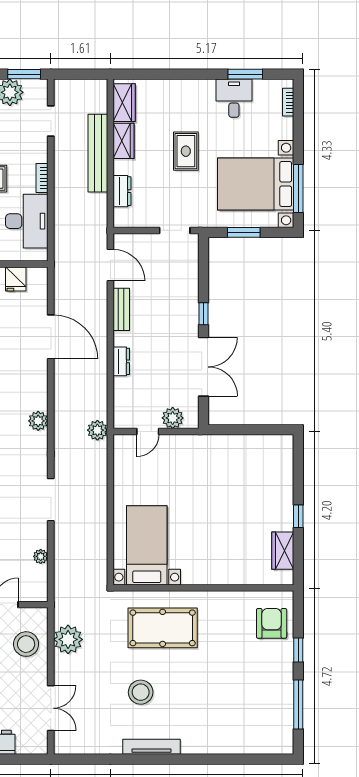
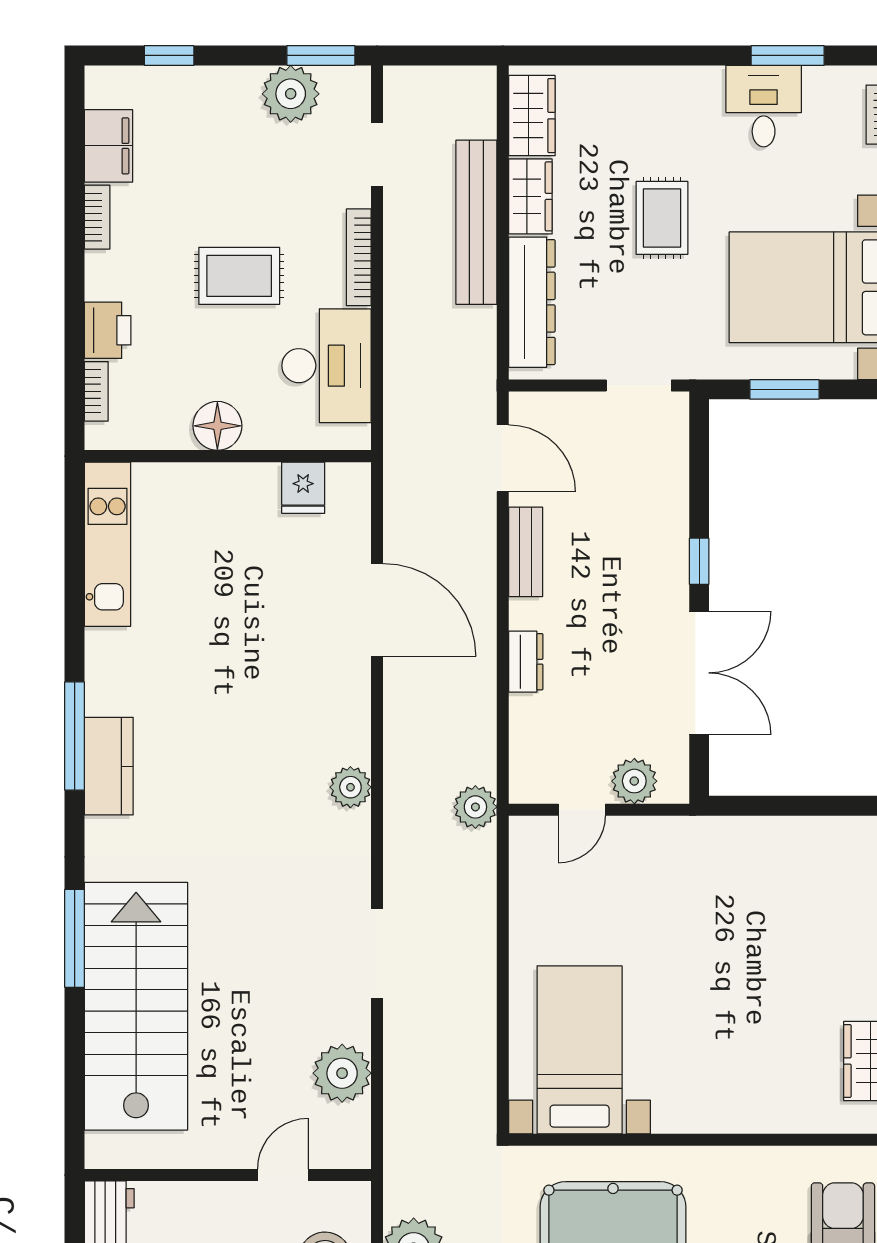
bookcase: (42, 178) -> (359, 257), width x1.56
dresser: (122, 191) -> (532, 302), width x1.96, depth x1.24
plant: (41, 556) -> (342, 1073), width x1.87, depth x1.87

